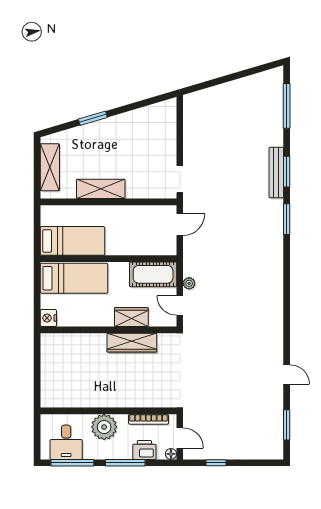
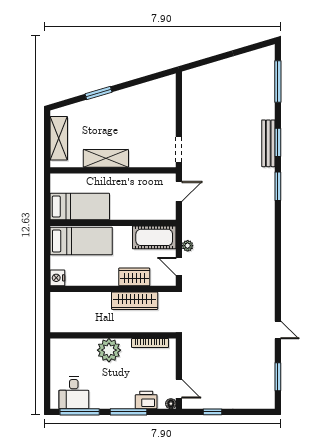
wall: (108, 411) -> (113, 335), moved
bookcase: (149, 419) -> (150, 343), moved
plant: (104, 427) -> (109, 350), moved

